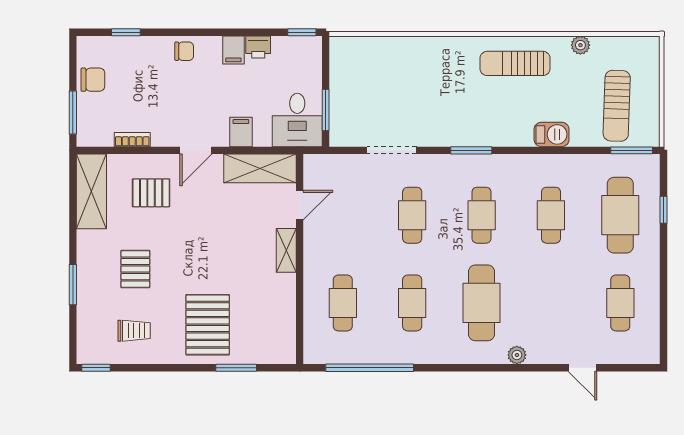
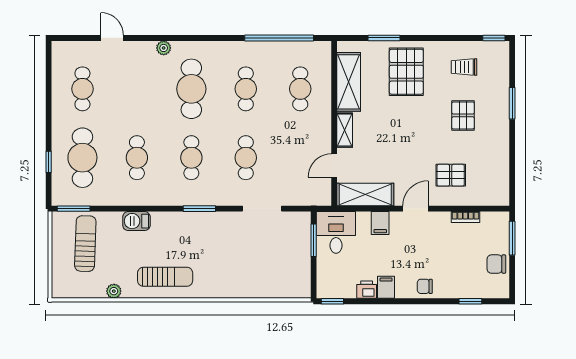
shelving: (91, 191) -> (349, 82), moved

